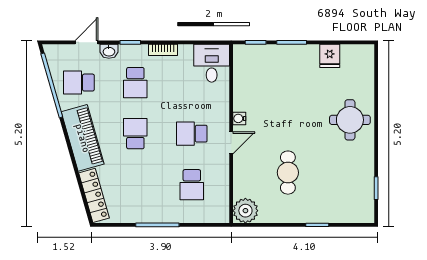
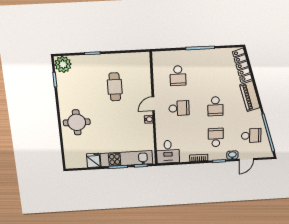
kitchen unit: (278, 56) -> (126, 159), added
piano: (83, 138) -> (250, 96), width x0.73, depth x0.75
school desk: (192, 185) -> (178, 76), turned 180
plant: (245, 211) -> (63, 64), moved

